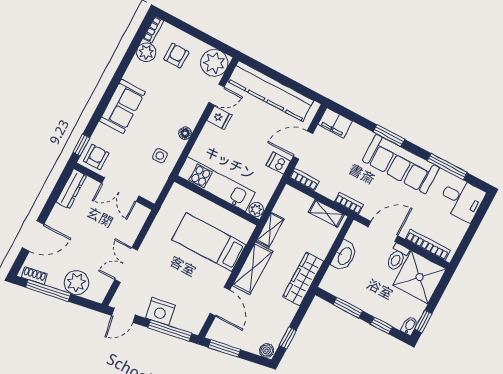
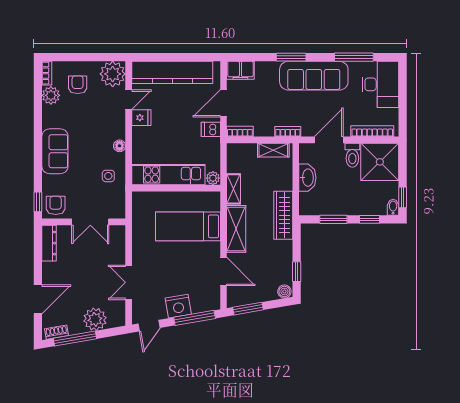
desk: (462, 199) -> (380, 84), width x1.37

